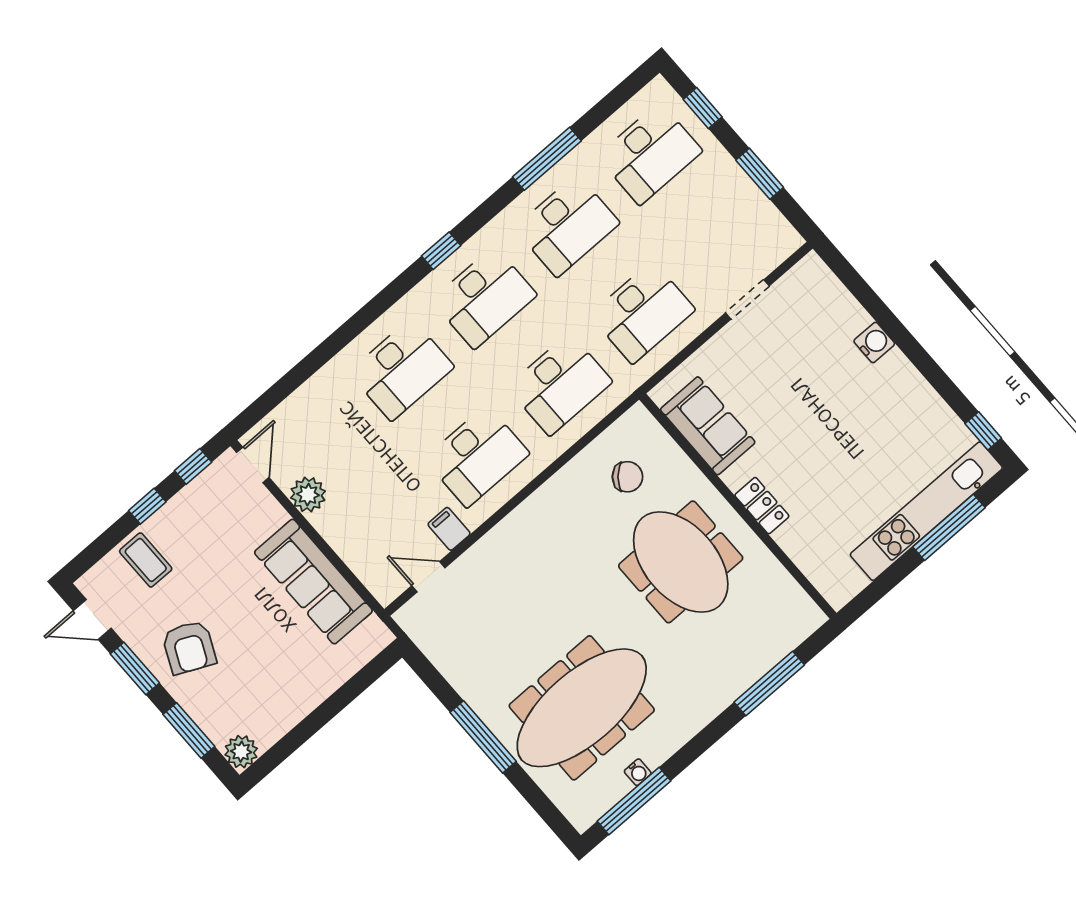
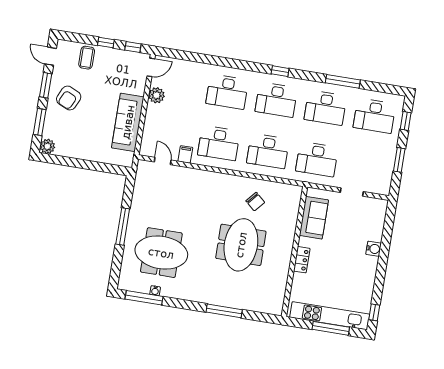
sofa: (708, 426) -> (314, 218), moved
wall: (738, 506) -> (295, 251), moved
locker: (762, 506) -> (302, 260), moved
meeting table: (582, 708) -> (161, 253), width x0.73

